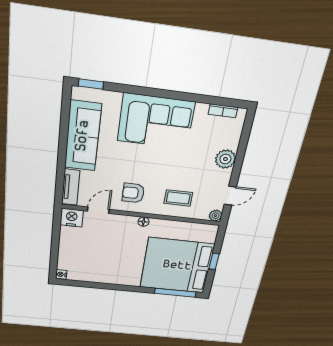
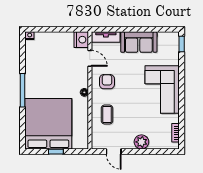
sofa: (83, 136) -> (139, 42), width x0.73
plant: (216, 216) -> (96, 144), removed
window: (175, 293) -> (23, 90), moved

